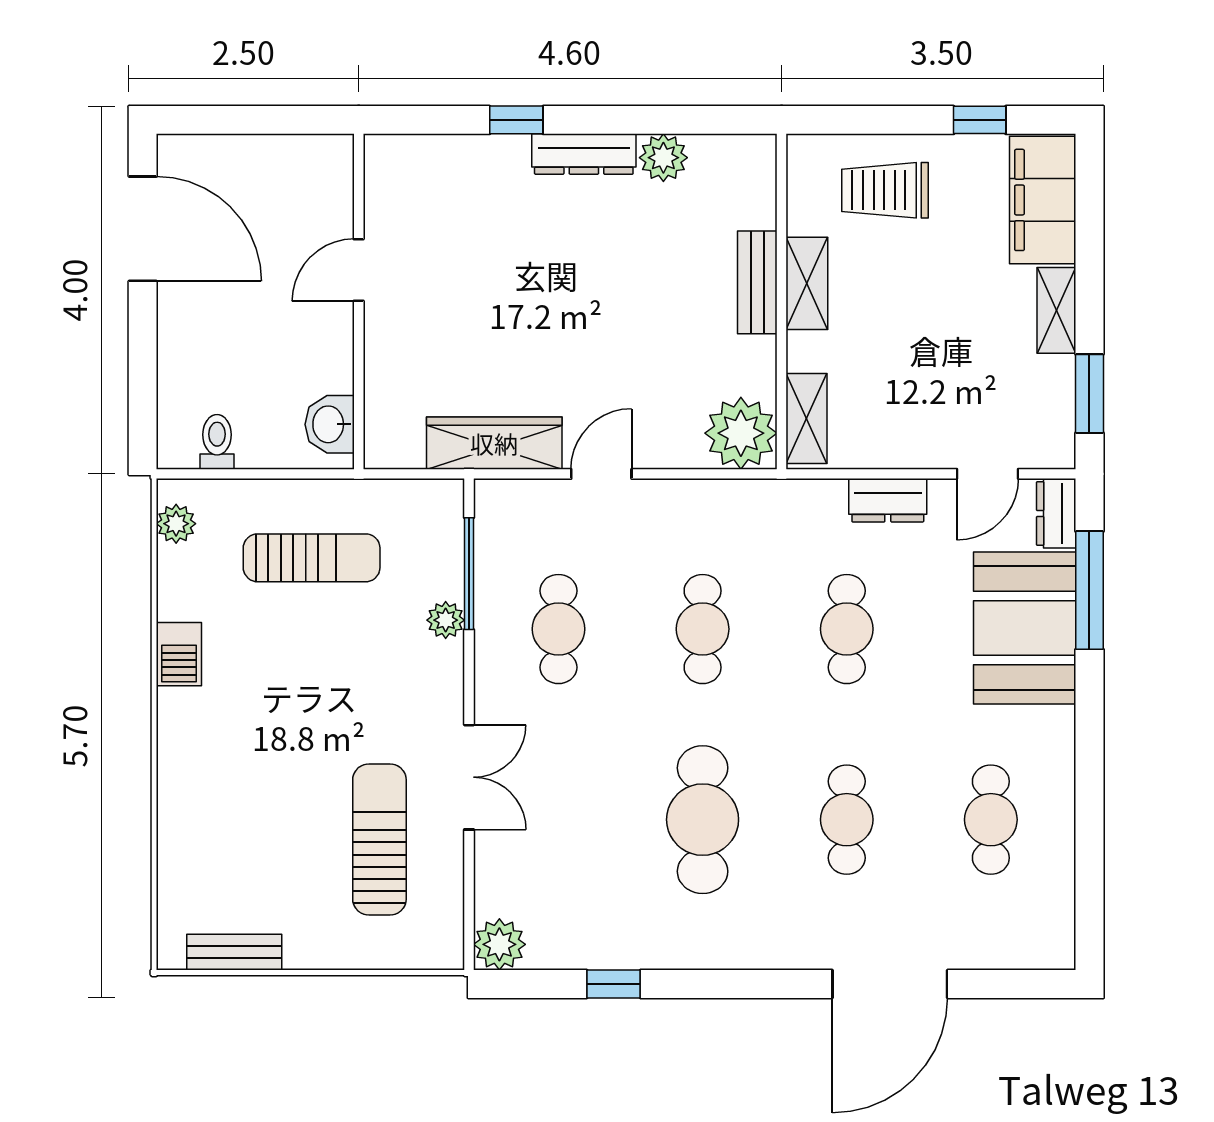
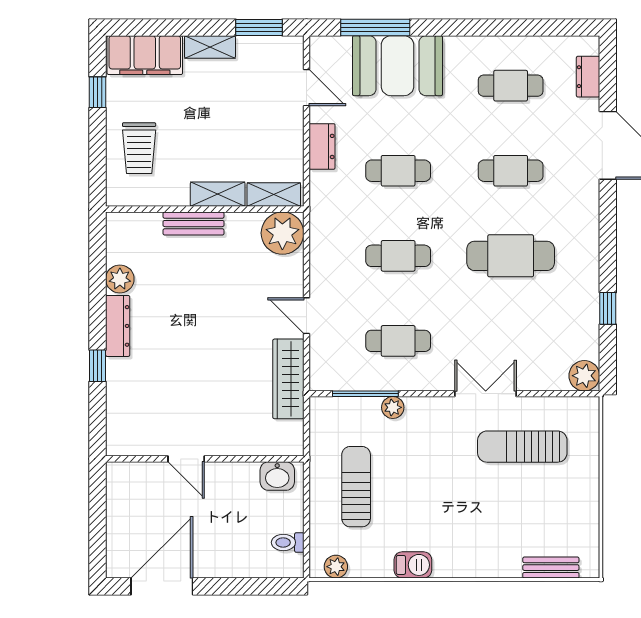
shelving: (807, 283) -> (218, 194), moved
dresser: (1056, 513) -> (588, 77), moved, turned 90
bench: (234, 952) -> (551, 568), moved, turned 90

